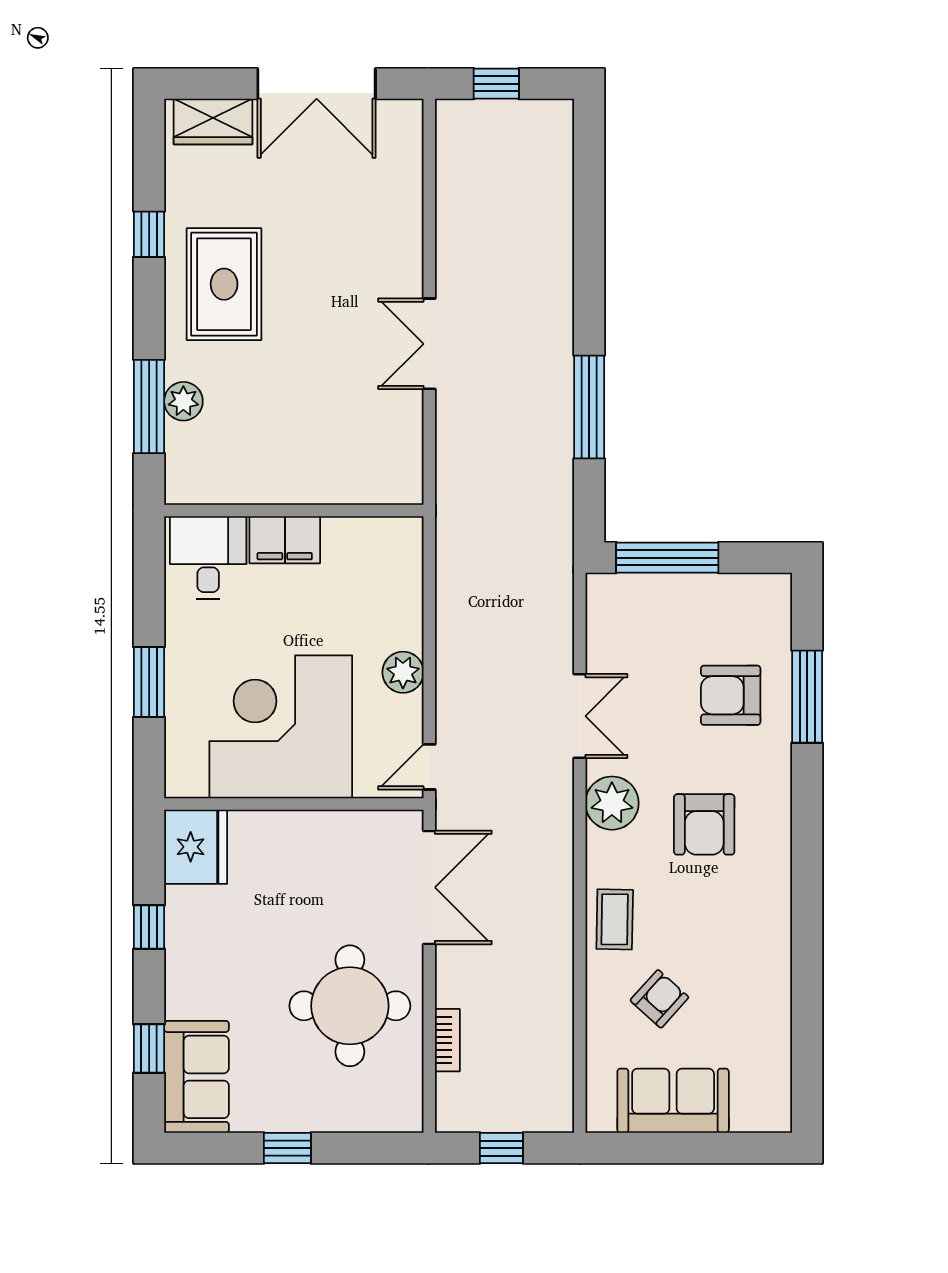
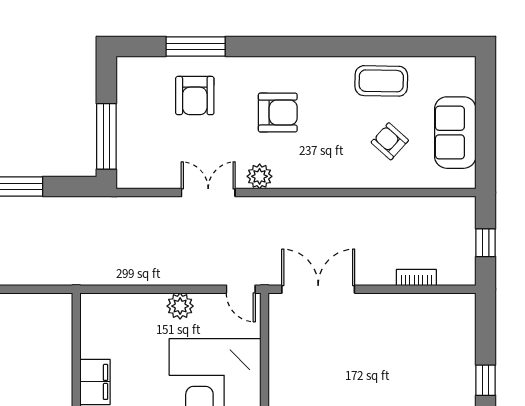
plant: (612, 803) -> (260, 176), width x0.73, depth x0.73
coffee table: (615, 919) -> (381, 81), moved, width x1.36, depth x1.30
round table: (350, 1006) -> (394, 340), removed

